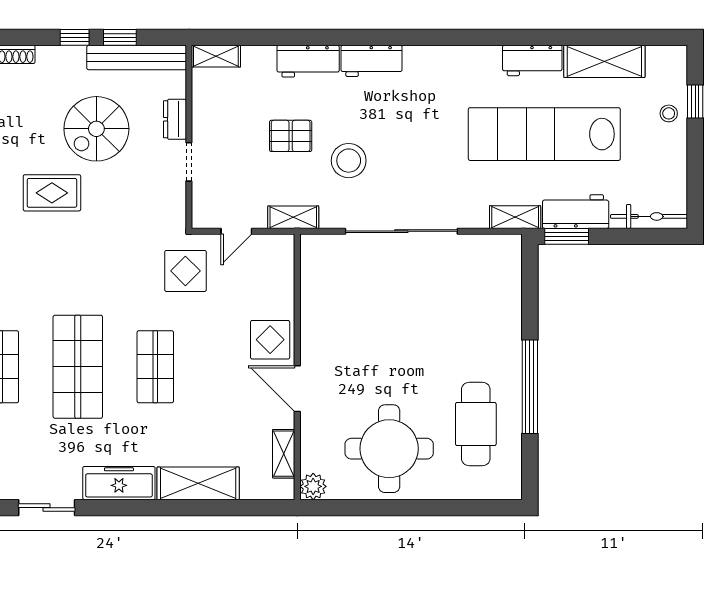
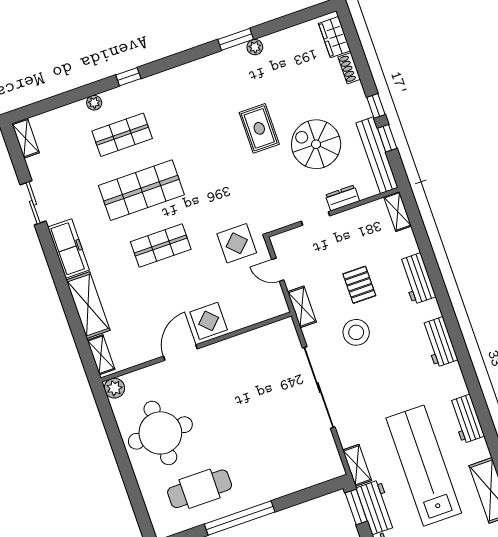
workbench: (532, 60) -> (466, 419), moved
workbench: (372, 61) -> (439, 342), moved
shelving: (284, 454) -> (101, 355), moved, turned 90

